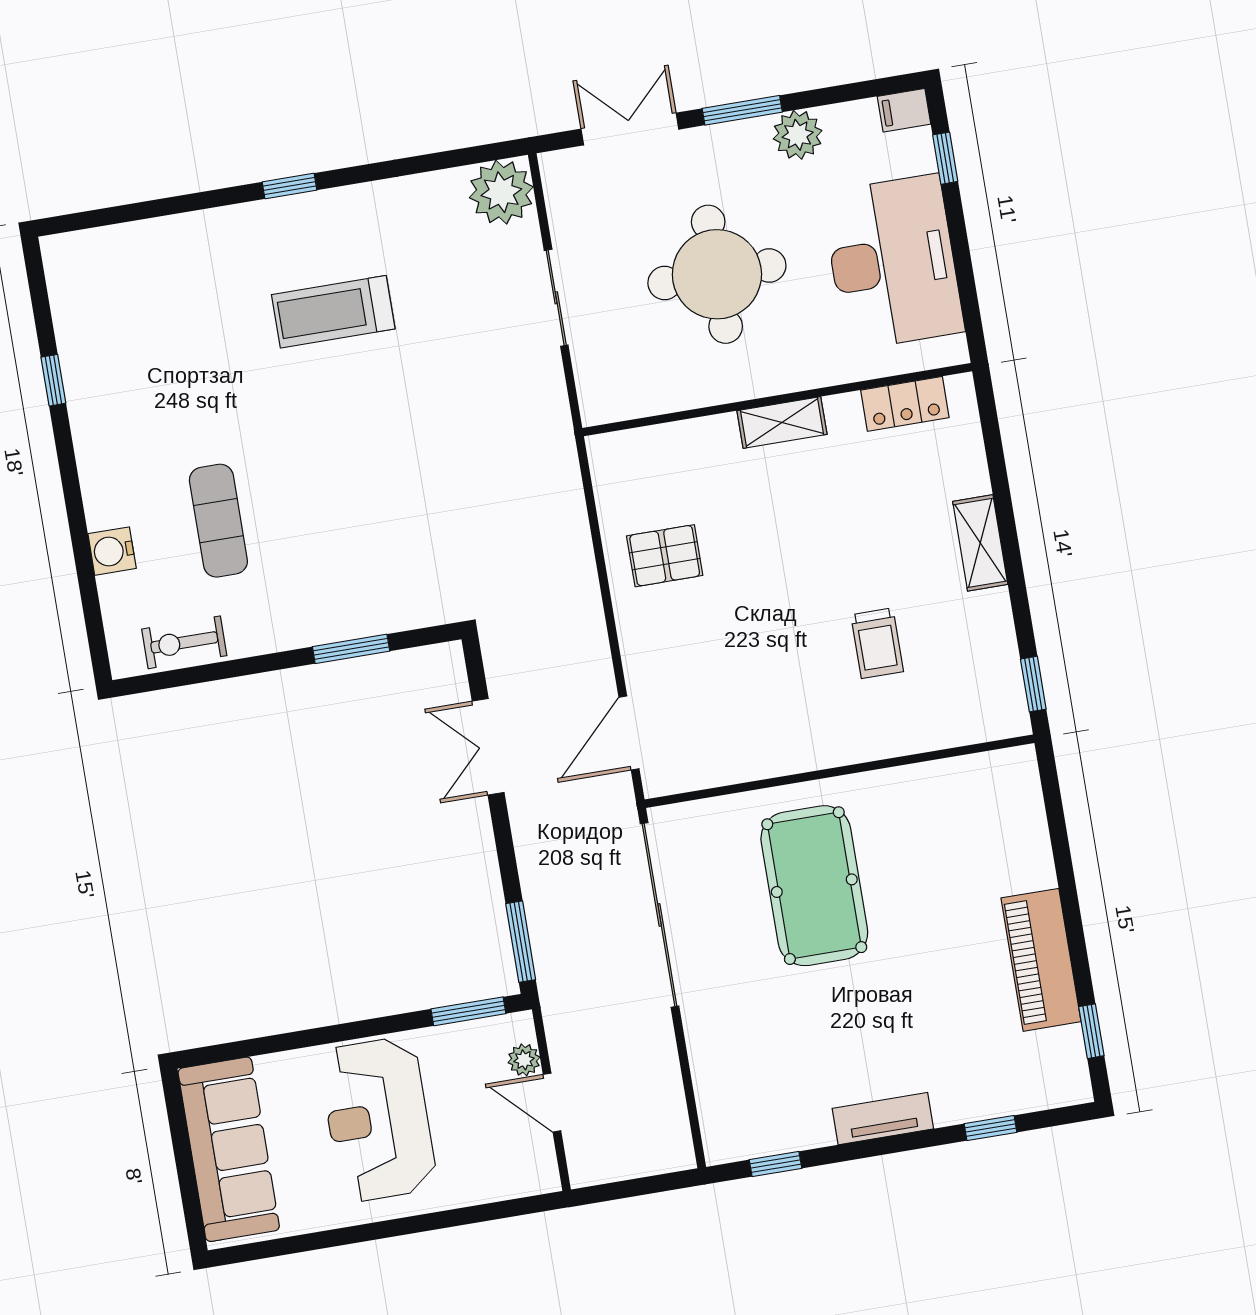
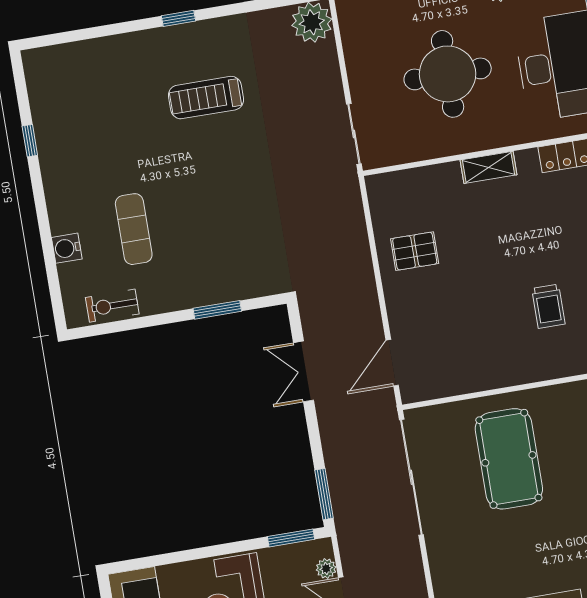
sliding door: (556, 298) -> (354, 134), moved

